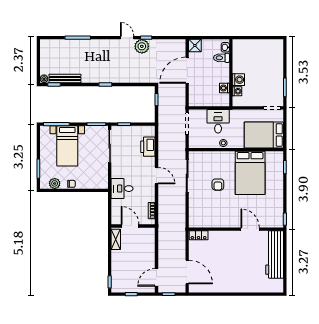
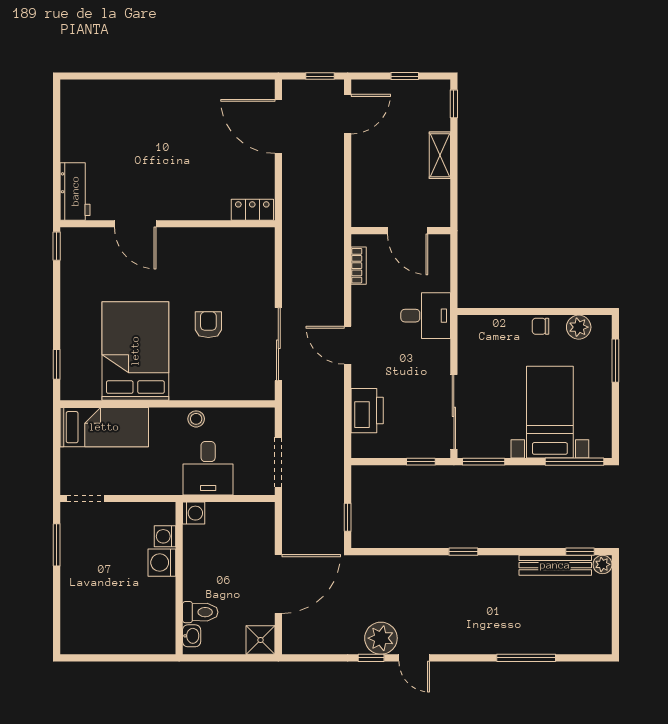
washing machine: (224, 88) -> (194, 513), moved
bed: (264, 135) -> (104, 427), width x0.67
shelving: (116, 239) -> (440, 155), moved
workbench: (275, 254) -> (75, 191), width x0.53, depth x0.76

